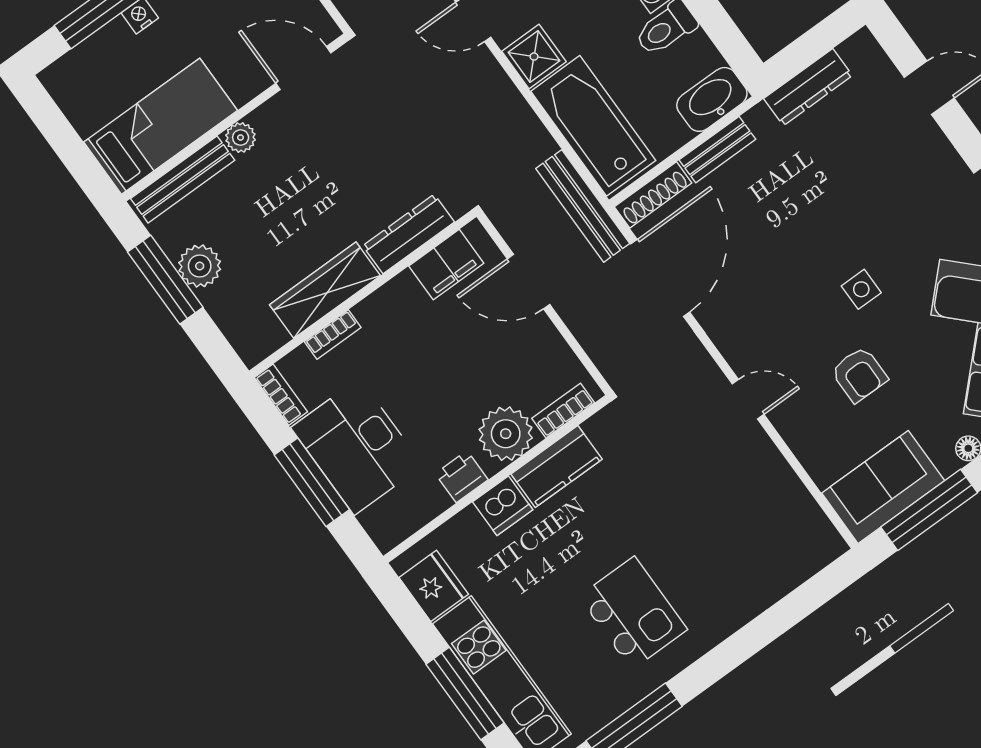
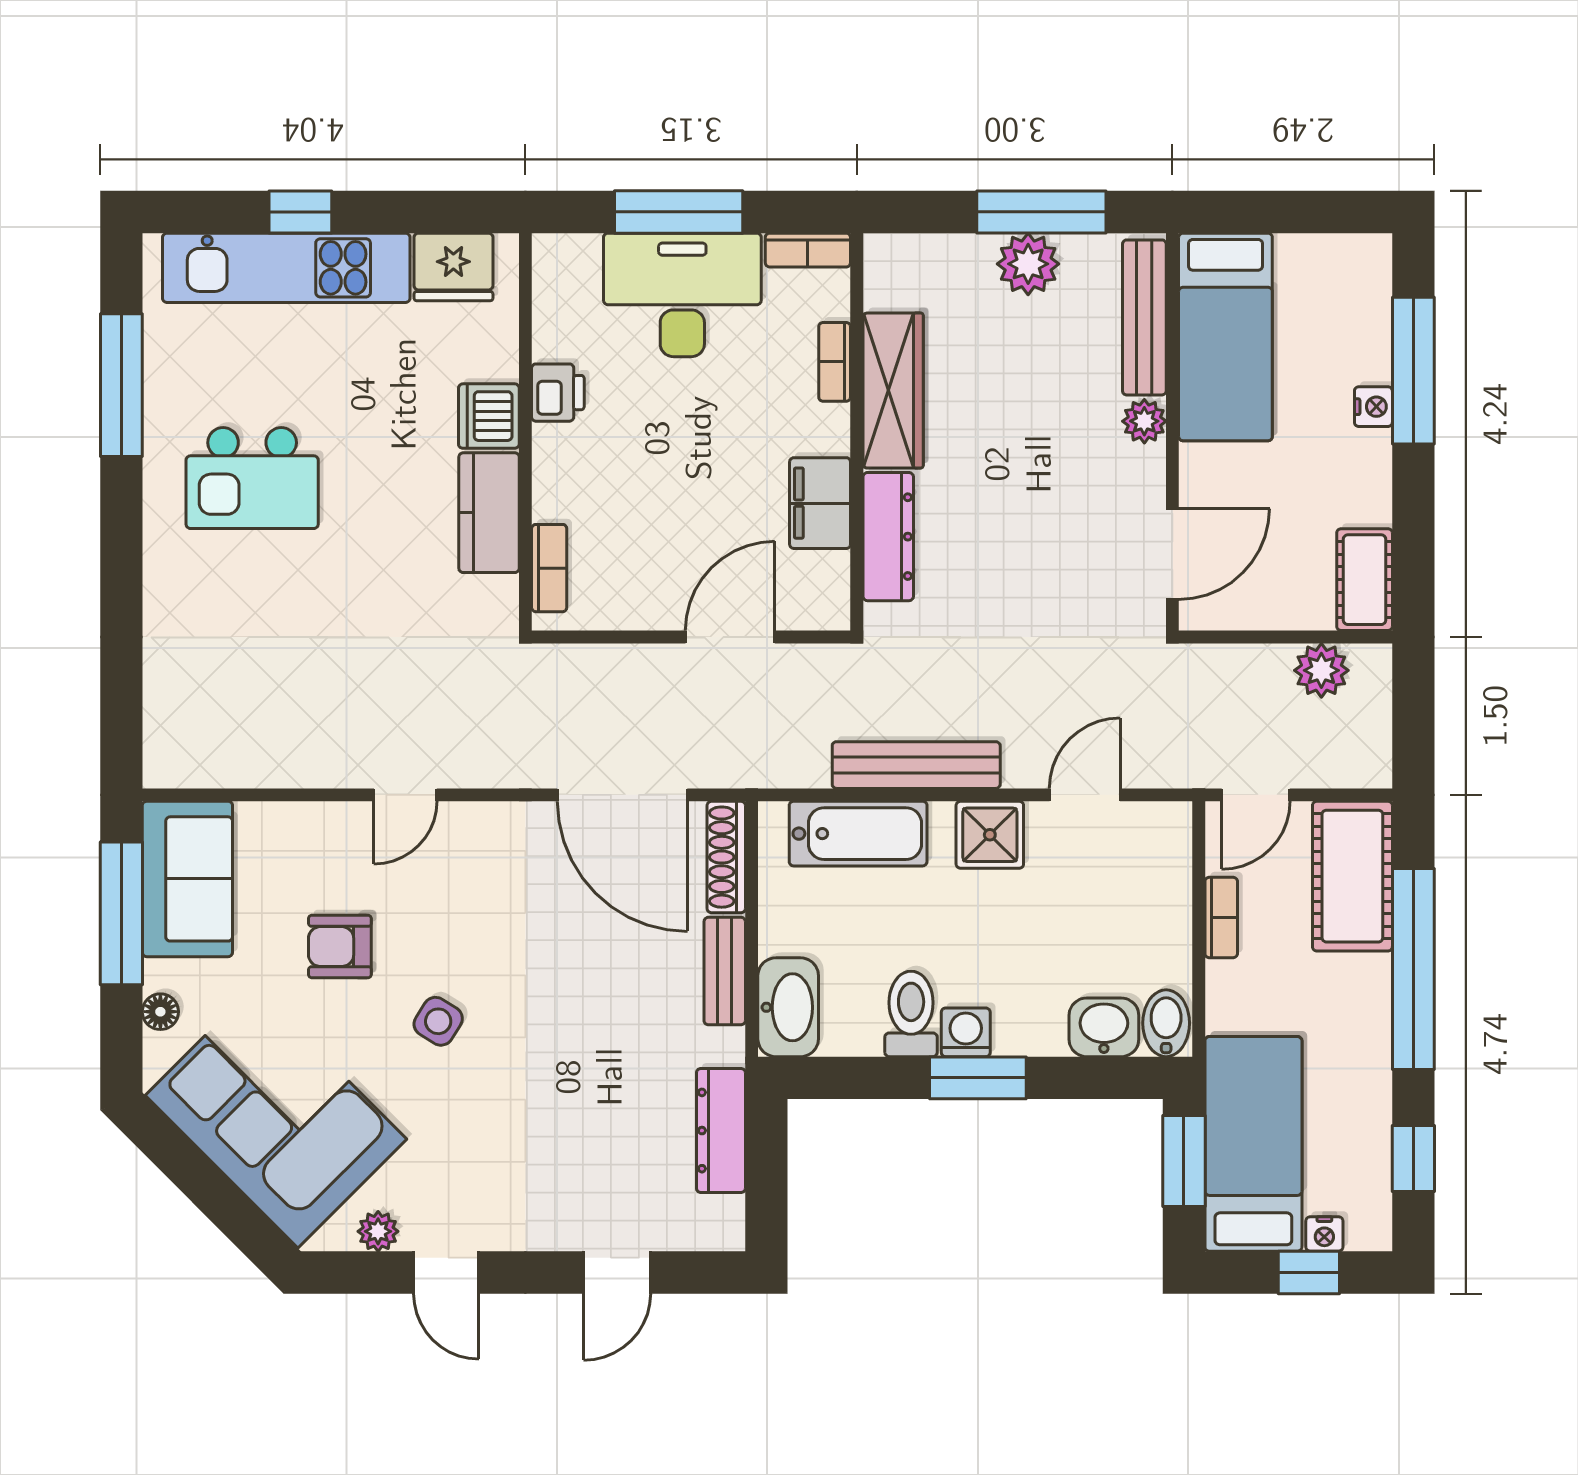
bathtub: (593, 126) -> (858, 834), width x0.73, depth x0.73
bench: (583, 206) -> (916, 765), moved
filing cabinet: (446, 265) -> (820, 503), moved
side table: (861, 289) -> (438, 1021), turned 32
plant: (506, 434) -> (571, 481), removed
window: (465, 694) -> (300, 212), width x0.46

